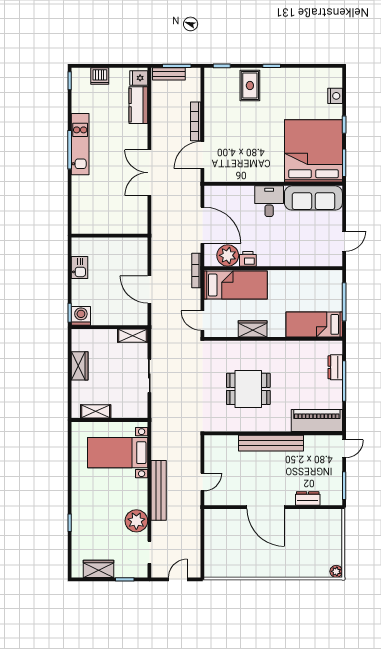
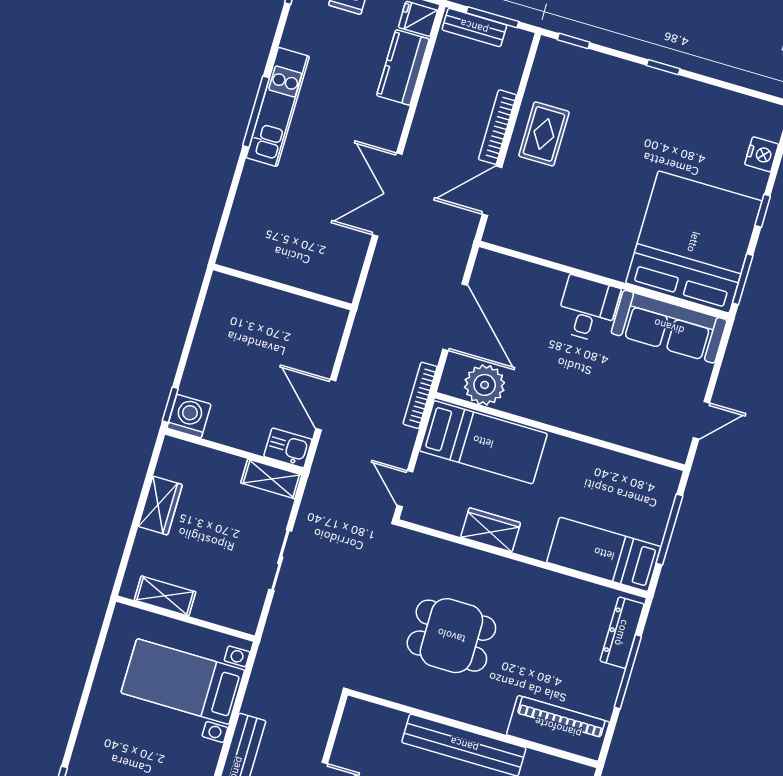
rug: (250, 86) -> (544, 134), moved
printer: (248, 259) -> (519, 401), removed
kitchen sink: (80, 267) -> (288, 448), moved, turned -90
dresser: (335, 367) -> (622, 633), width x1.44

